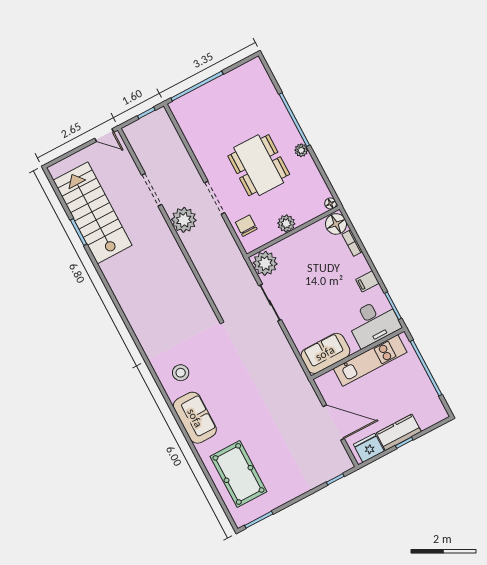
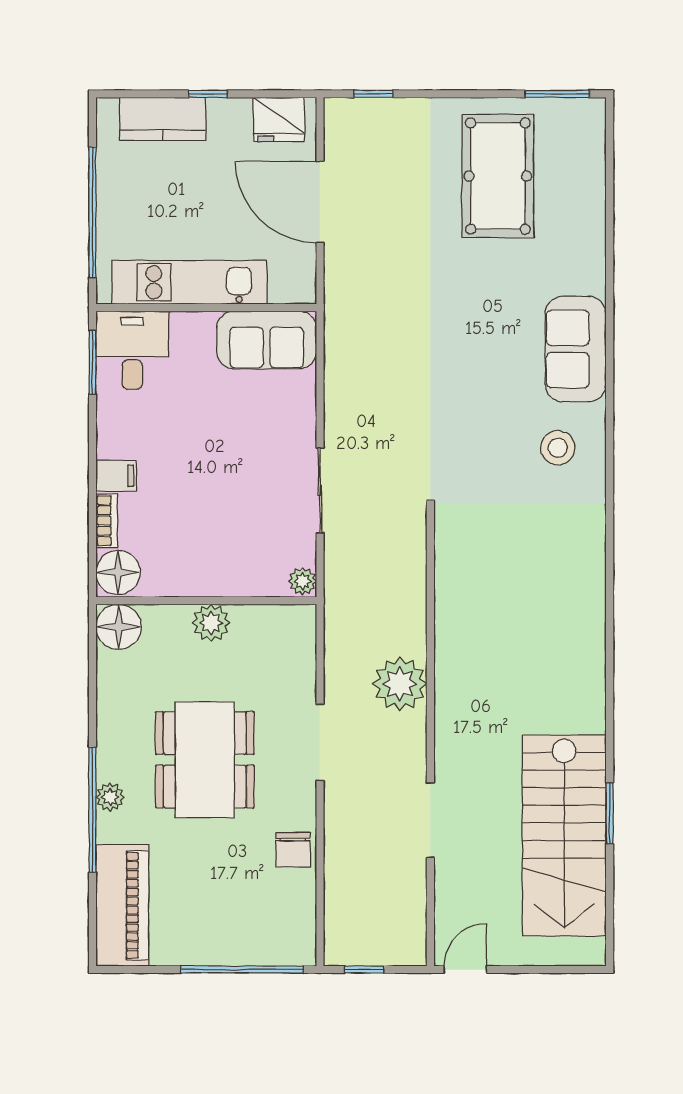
piano: (261, 86) -> (122, 905), added
door: (104, 135) -> (465, 970), hinge flipped
plant: (301, 150) -> (110, 797), moved
floor lamp: (331, 204) -> (119, 627), width x1.89, depth x1.89
plant: (184, 220) -> (400, 684), moved
chair: (246, 226) -> (293, 850), moved
plant: (265, 263) -> (303, 581), width x0.53, depth x0.53
filing cabinet: (367, 281) -> (116, 476), moved
desk: (373, 322) -> (132, 350), width x0.73
kitchen counter: (399, 432) -> (163, 119), moved
pool table: (238, 474) -> (498, 176), moved

